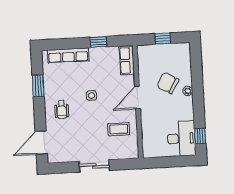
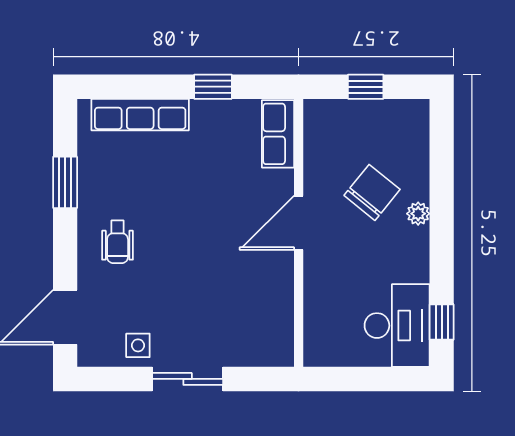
chair: (168, 83) -> (372, 192), turned 99
side table: (91, 95) -> (138, 345), moved
coffee table: (119, 129) -> (250, 295), removed

